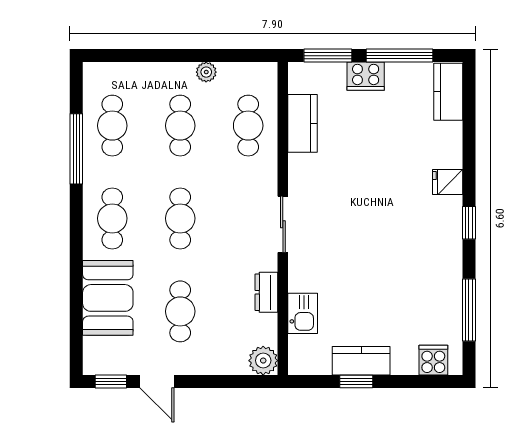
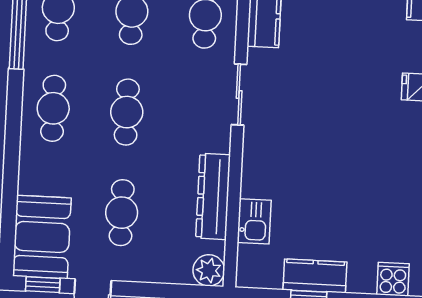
sliding door: (283, 224) -> (239, 95), moved
dresser: (266, 292) -> (213, 196), width x1.96, depth x1.24
booth: (108, 298) -> (42, 237), moved

